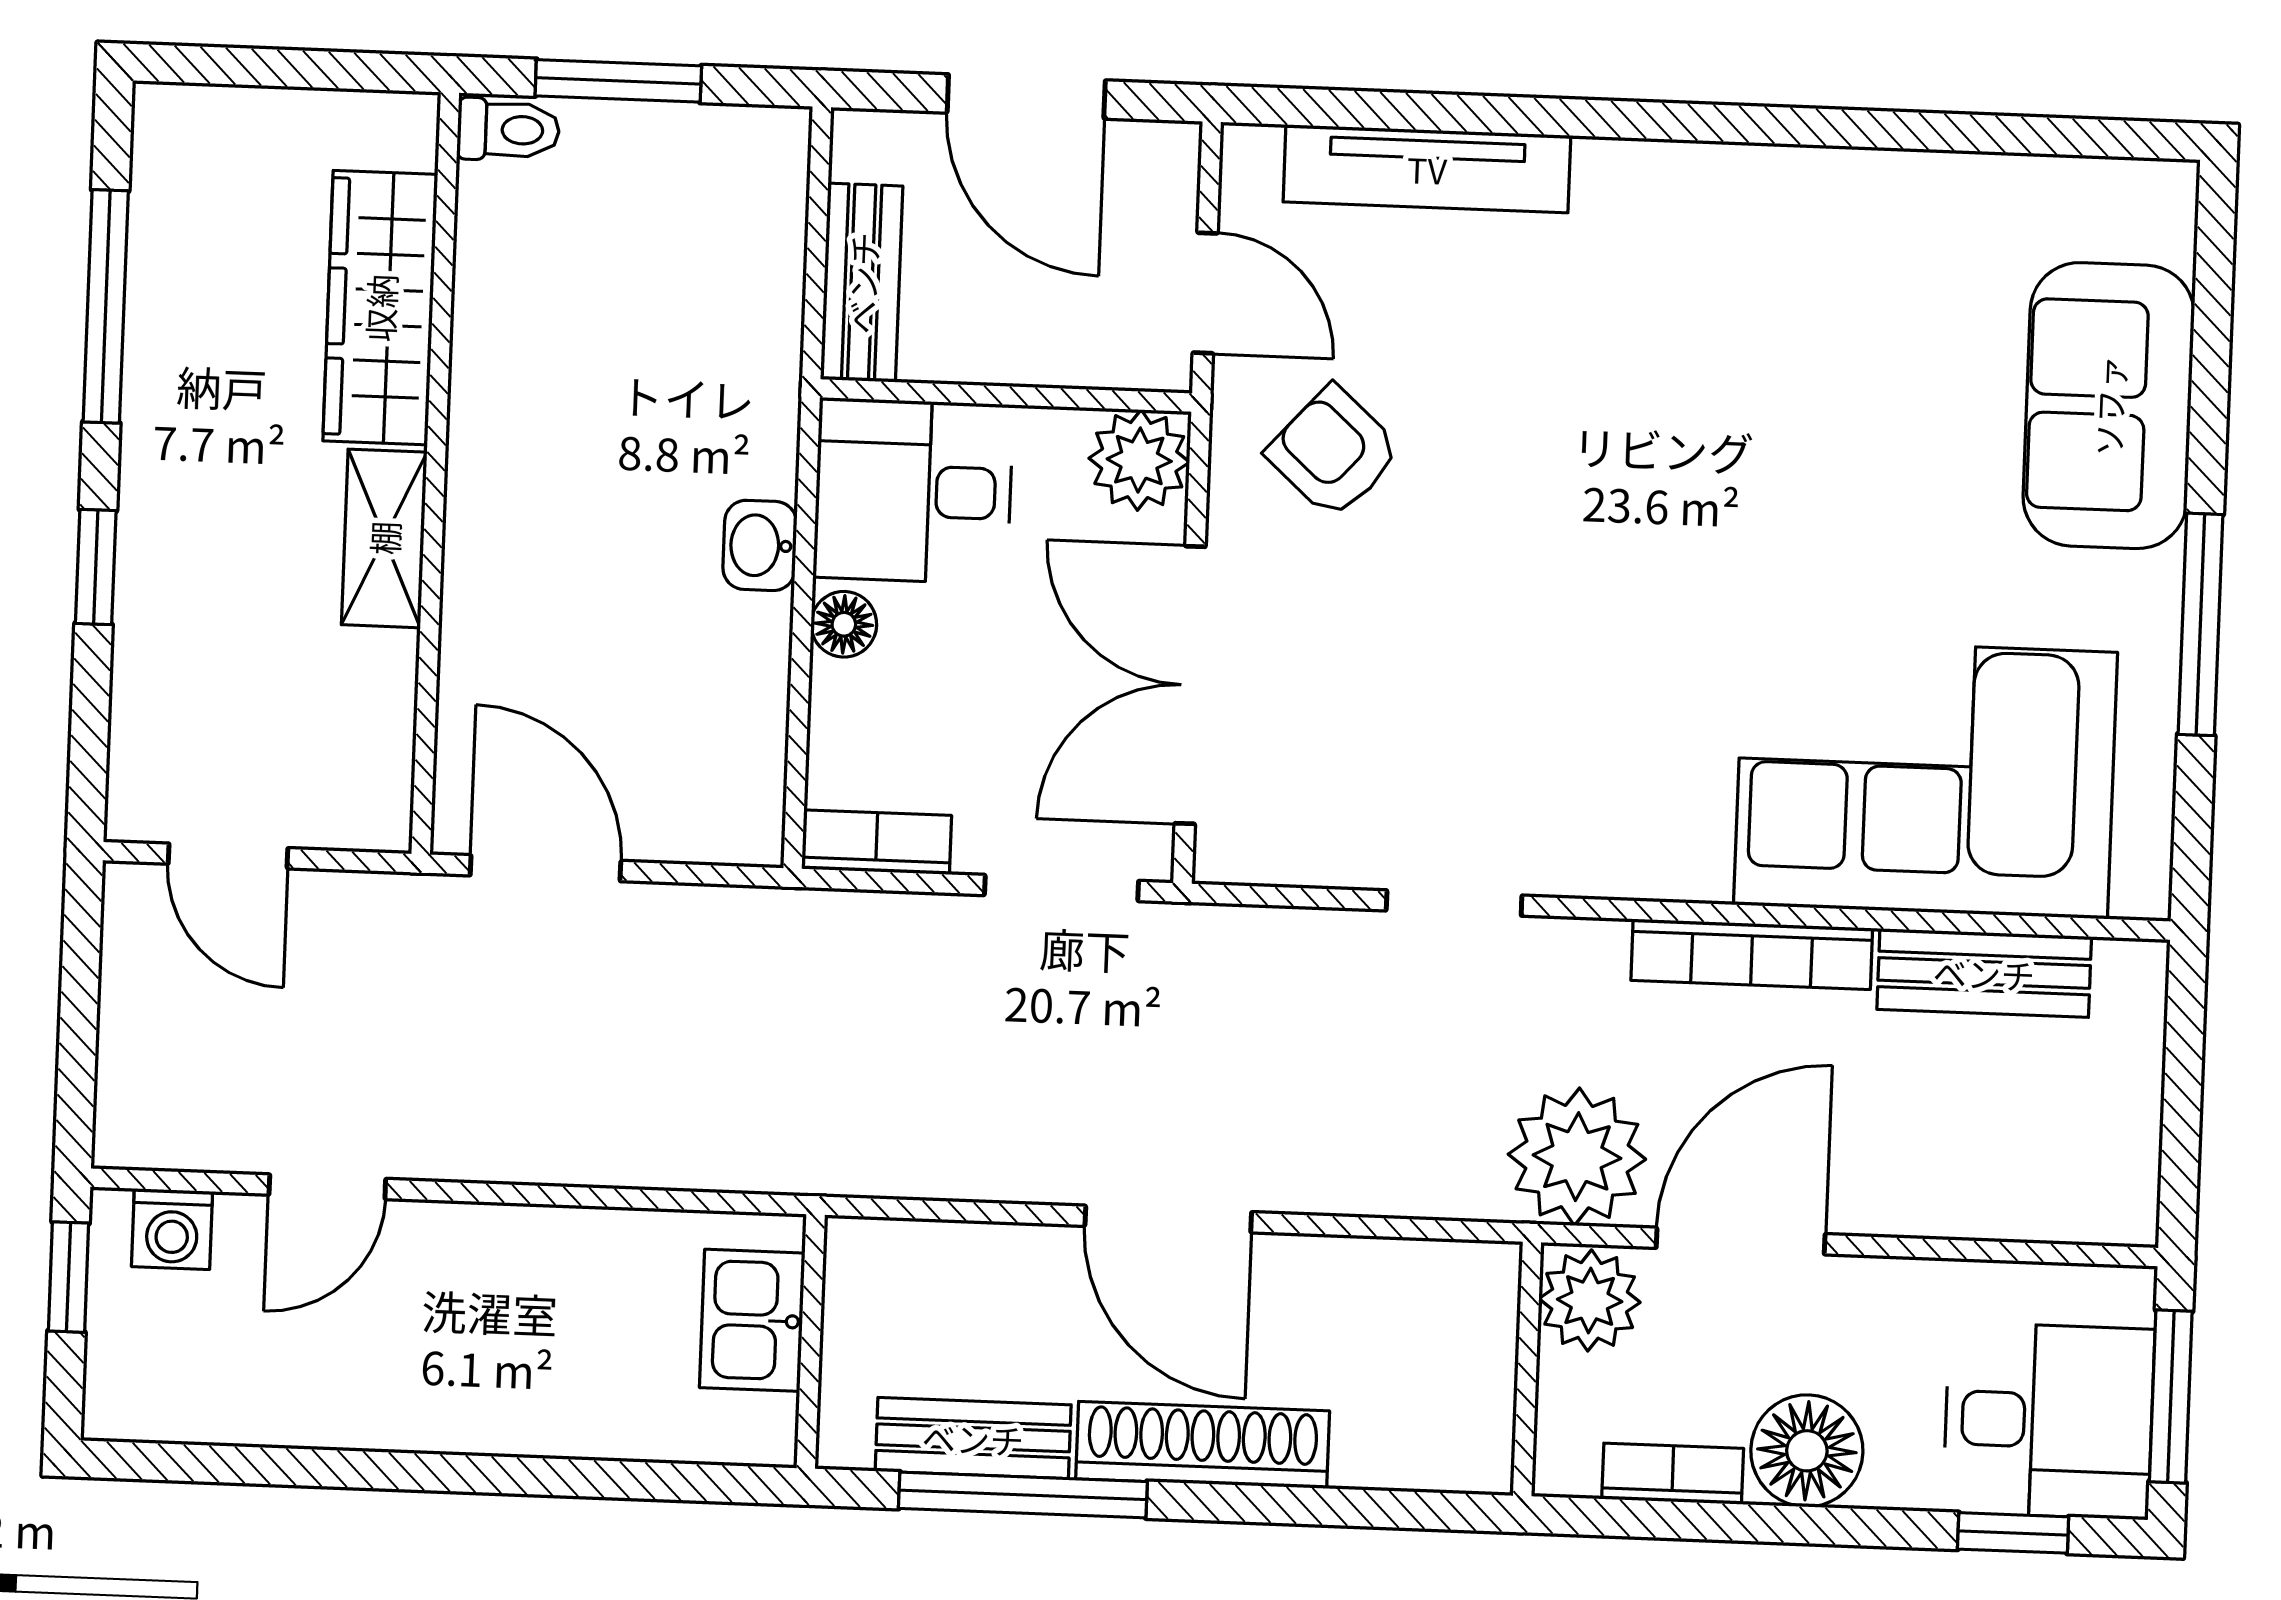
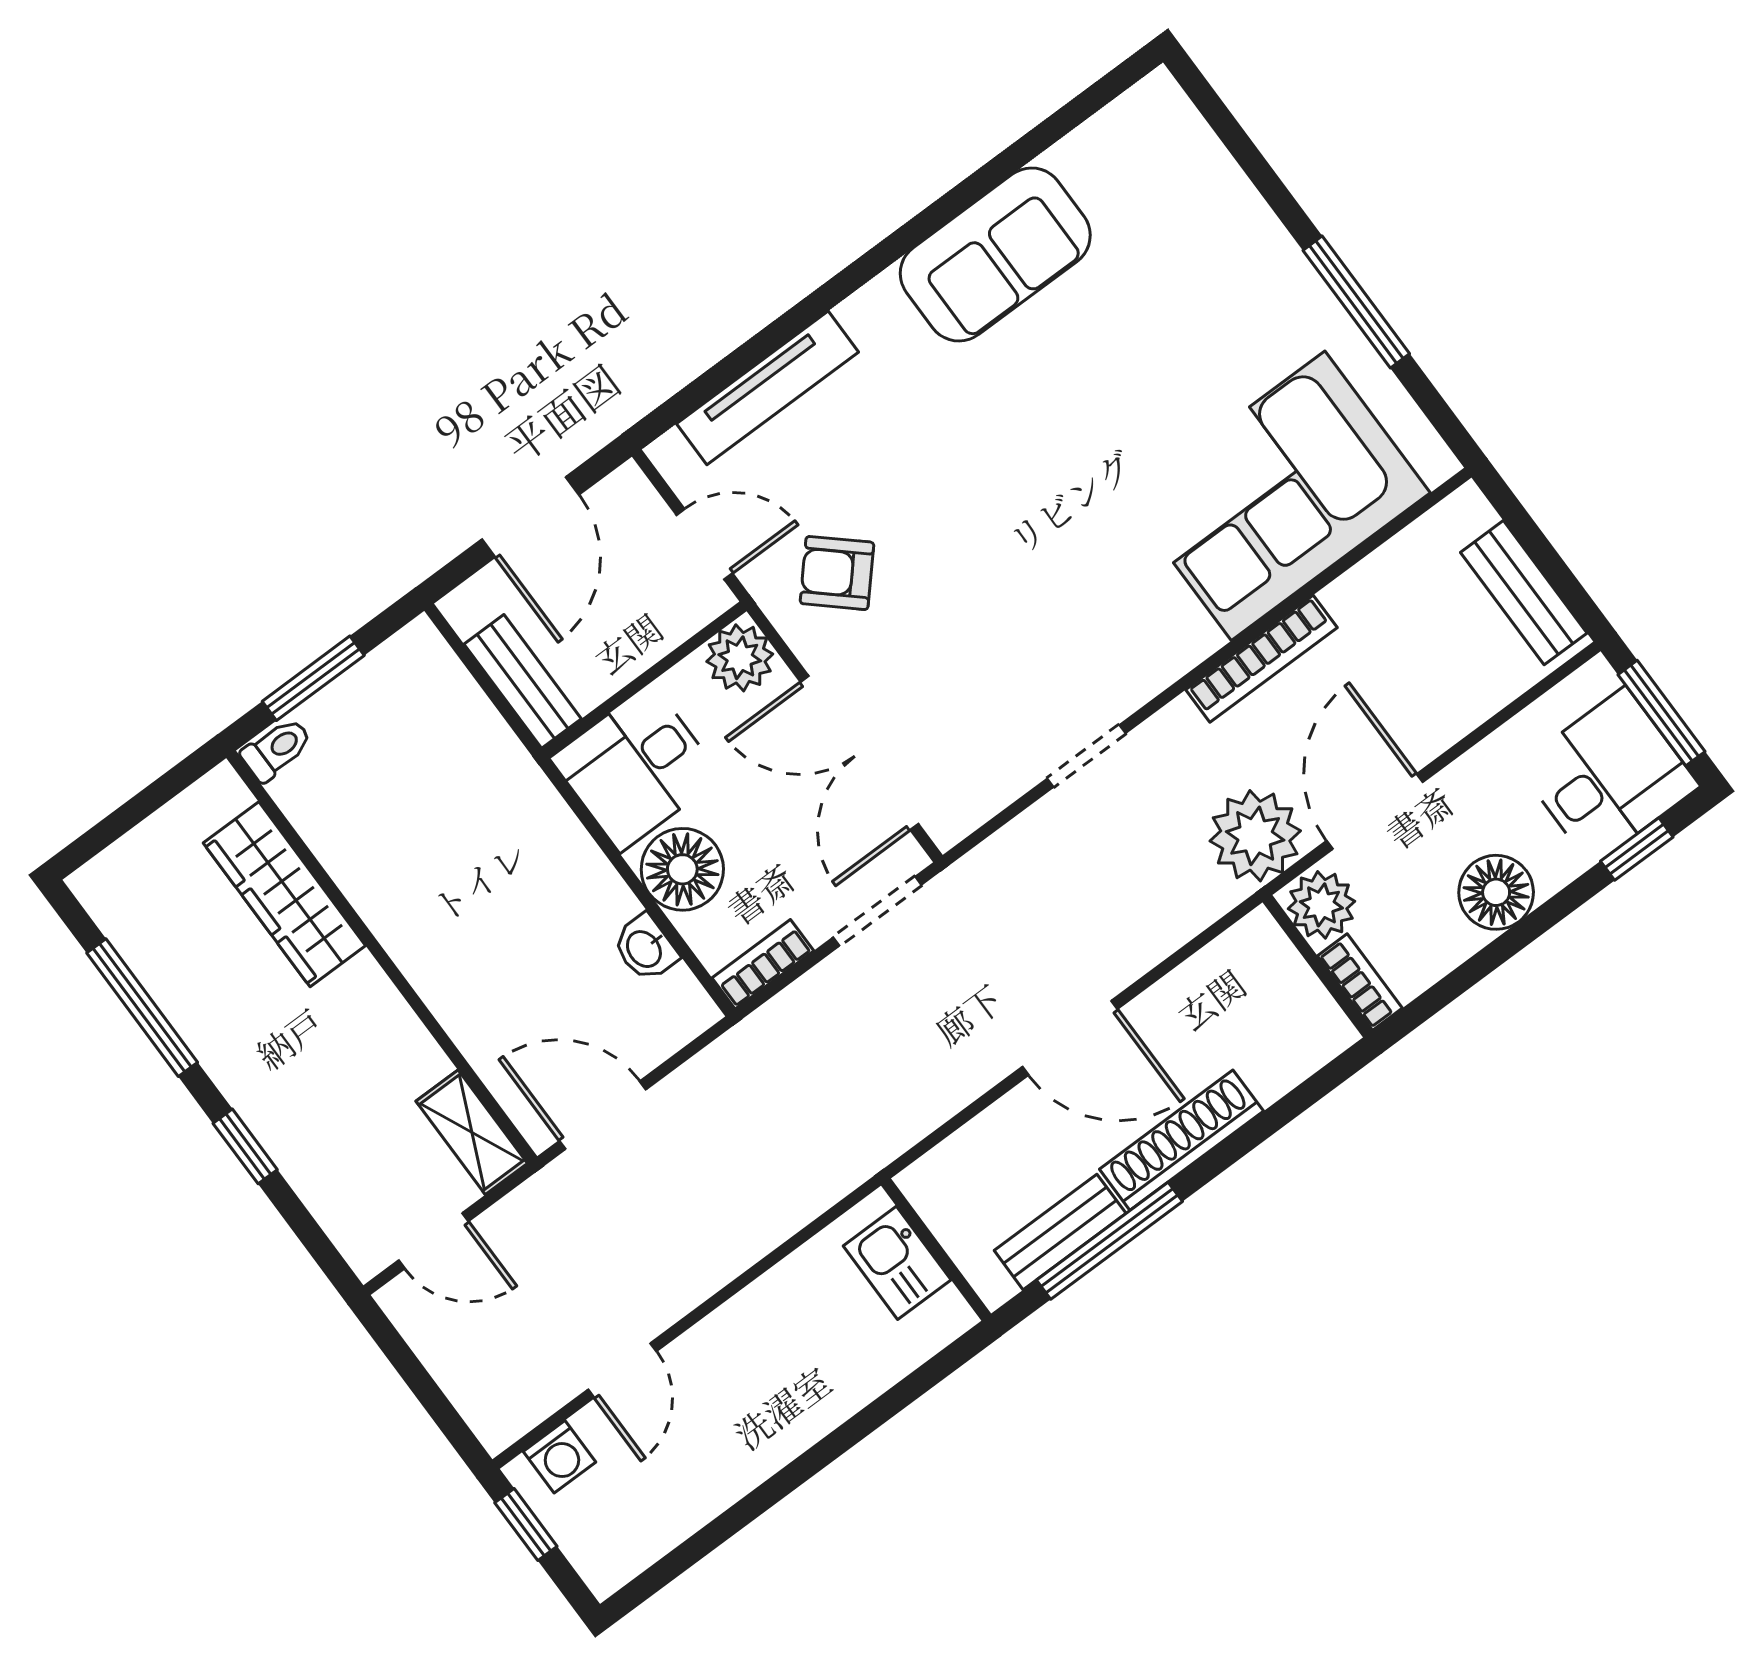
door: (1026, 97) -> (530, 517), hinge flipped
sofa: (2109, 406) -> (995, 254), moved, turned -90
shelving: (384, 538) -> (472, 1132), moved
washbasin: (760, 545) -> (645, 948), moved
floor lamp: (844, 624) -> (682, 869), width x1.89, depth x1.89
bench: (1984, 973) -> (1524, 593), moved, turned 90
bookcase: (1673, 1474) -> (1360, 982), moved, turned 90

